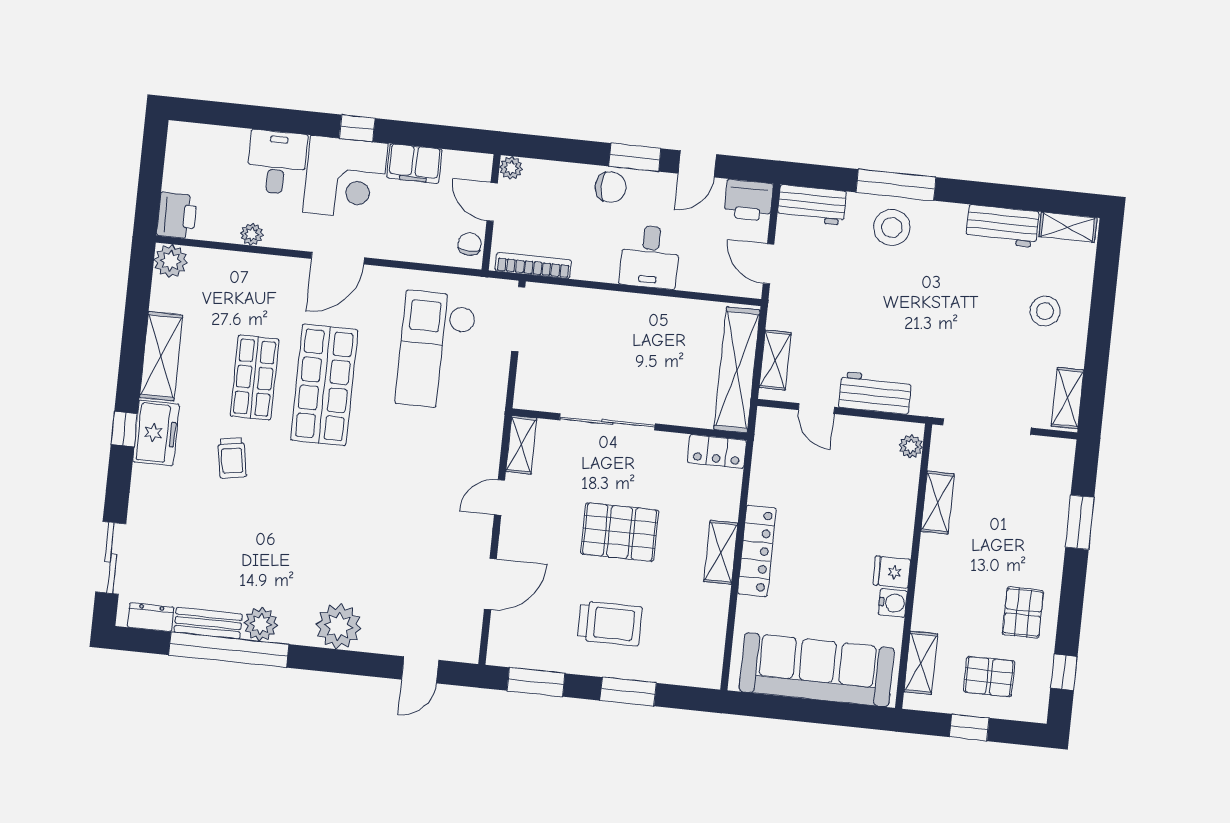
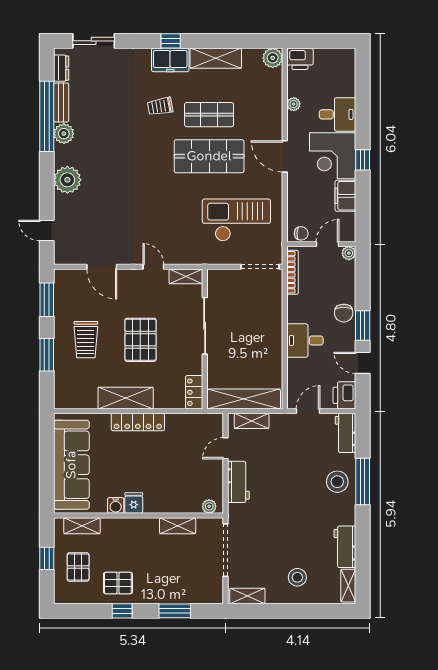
shelving: (721, 552) -> (126, 398), width x1.50, depth x1.33
window: (1064, 672) -> (122, 611), moved

